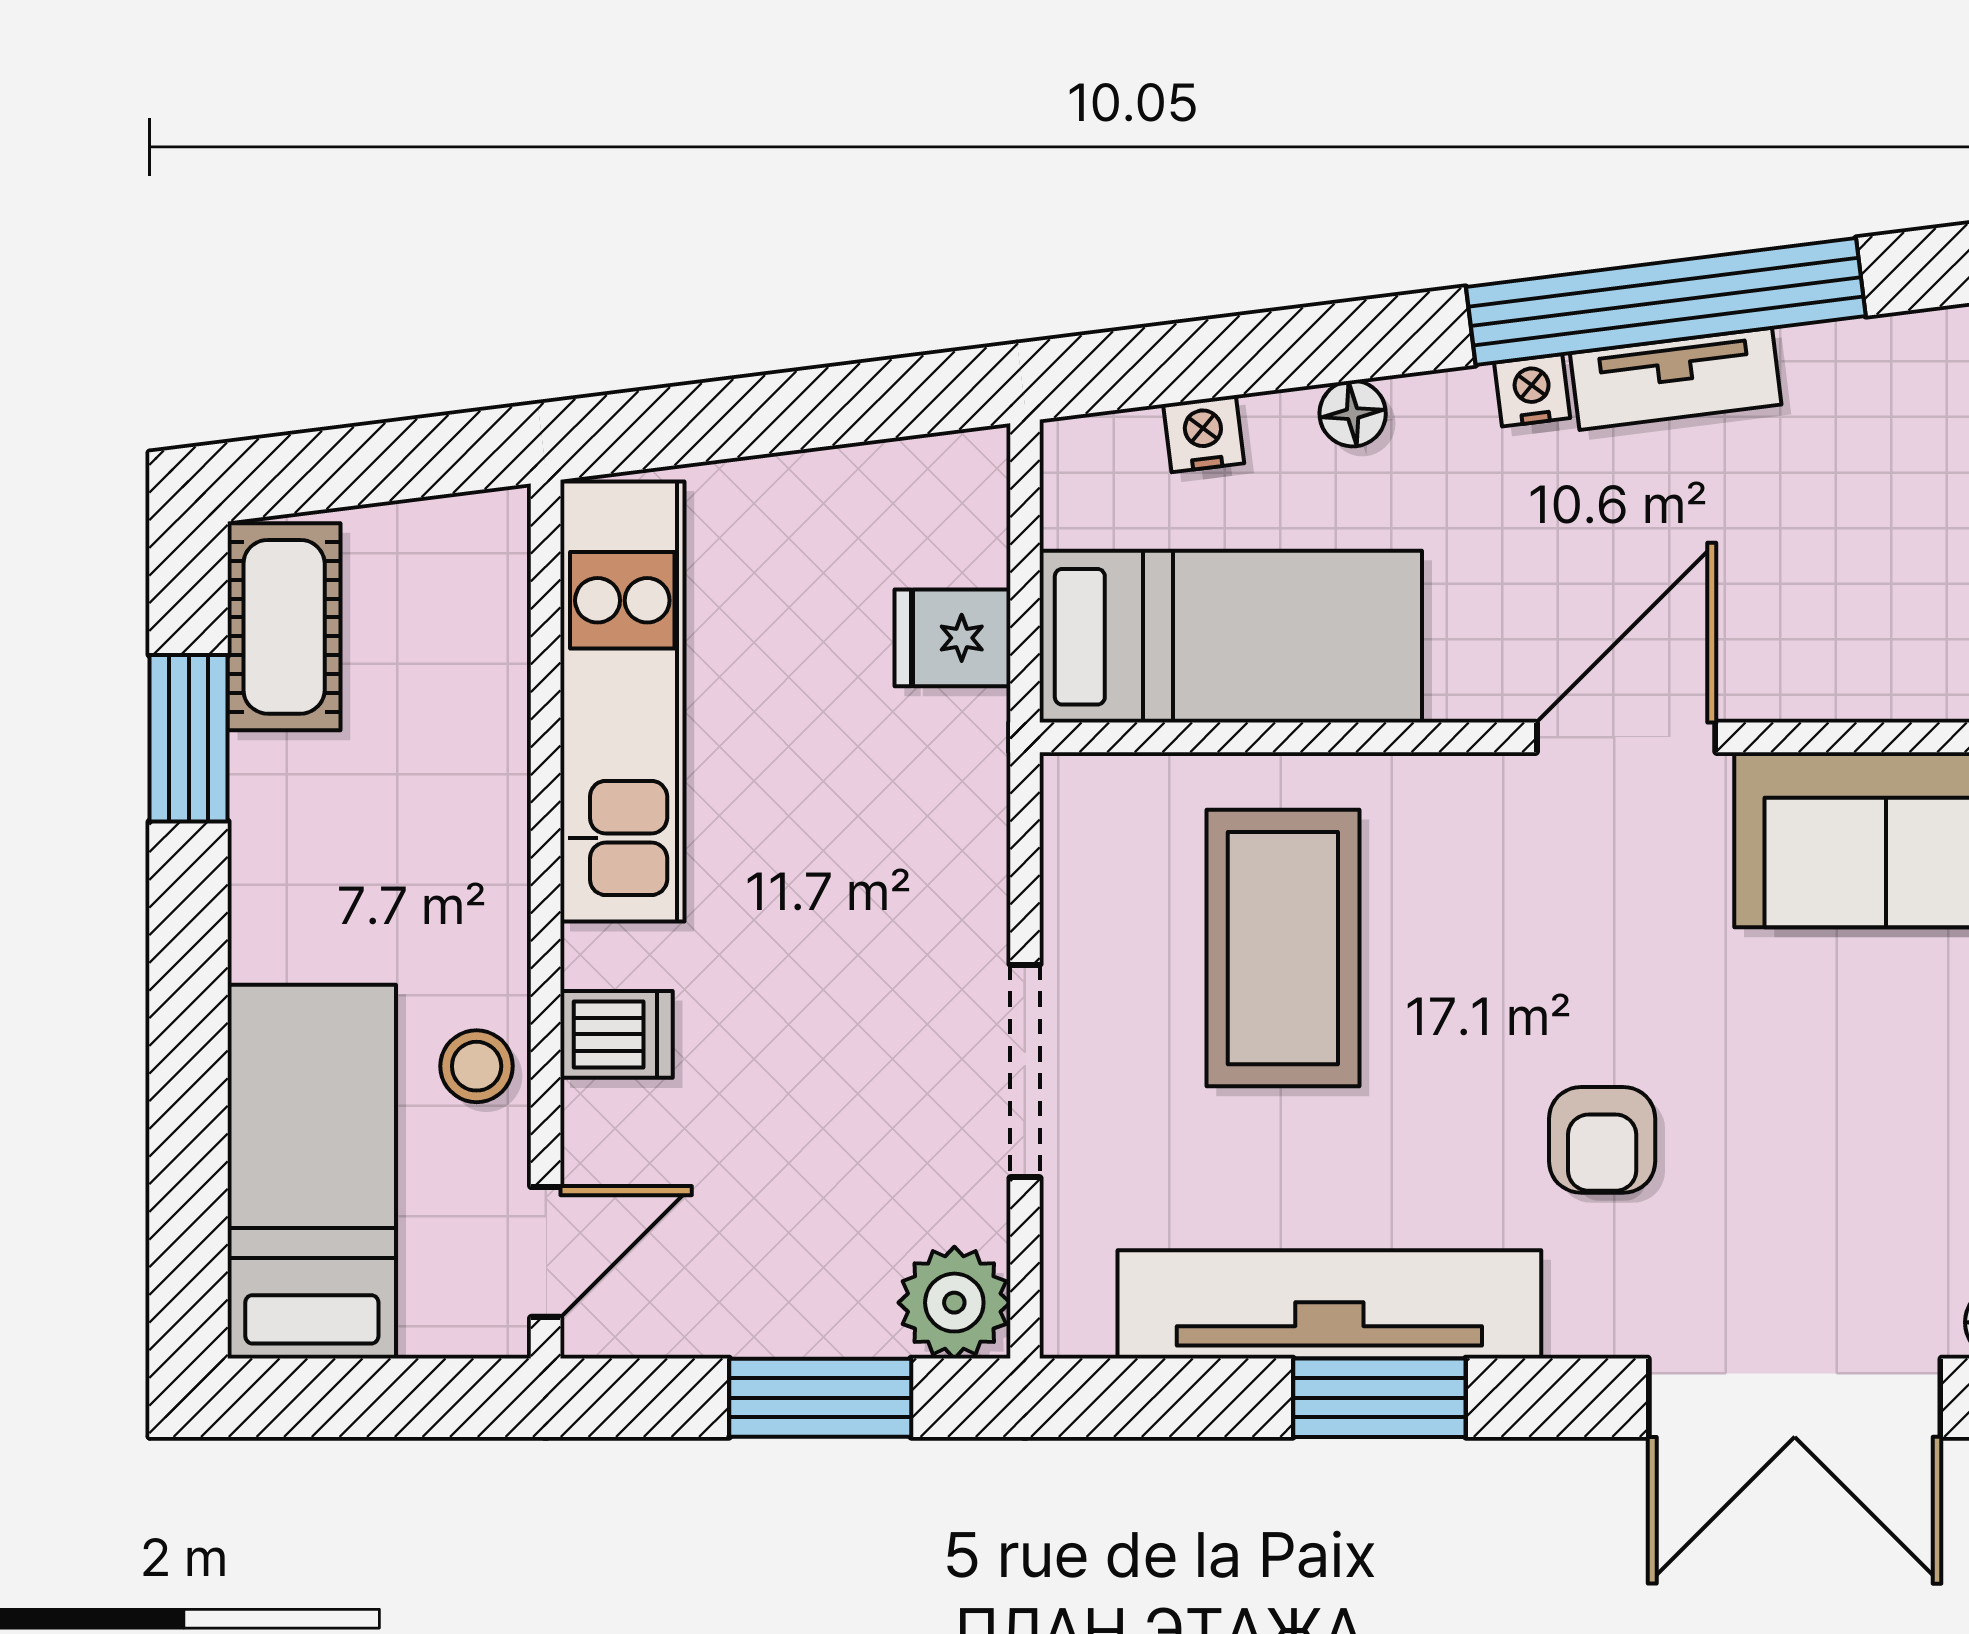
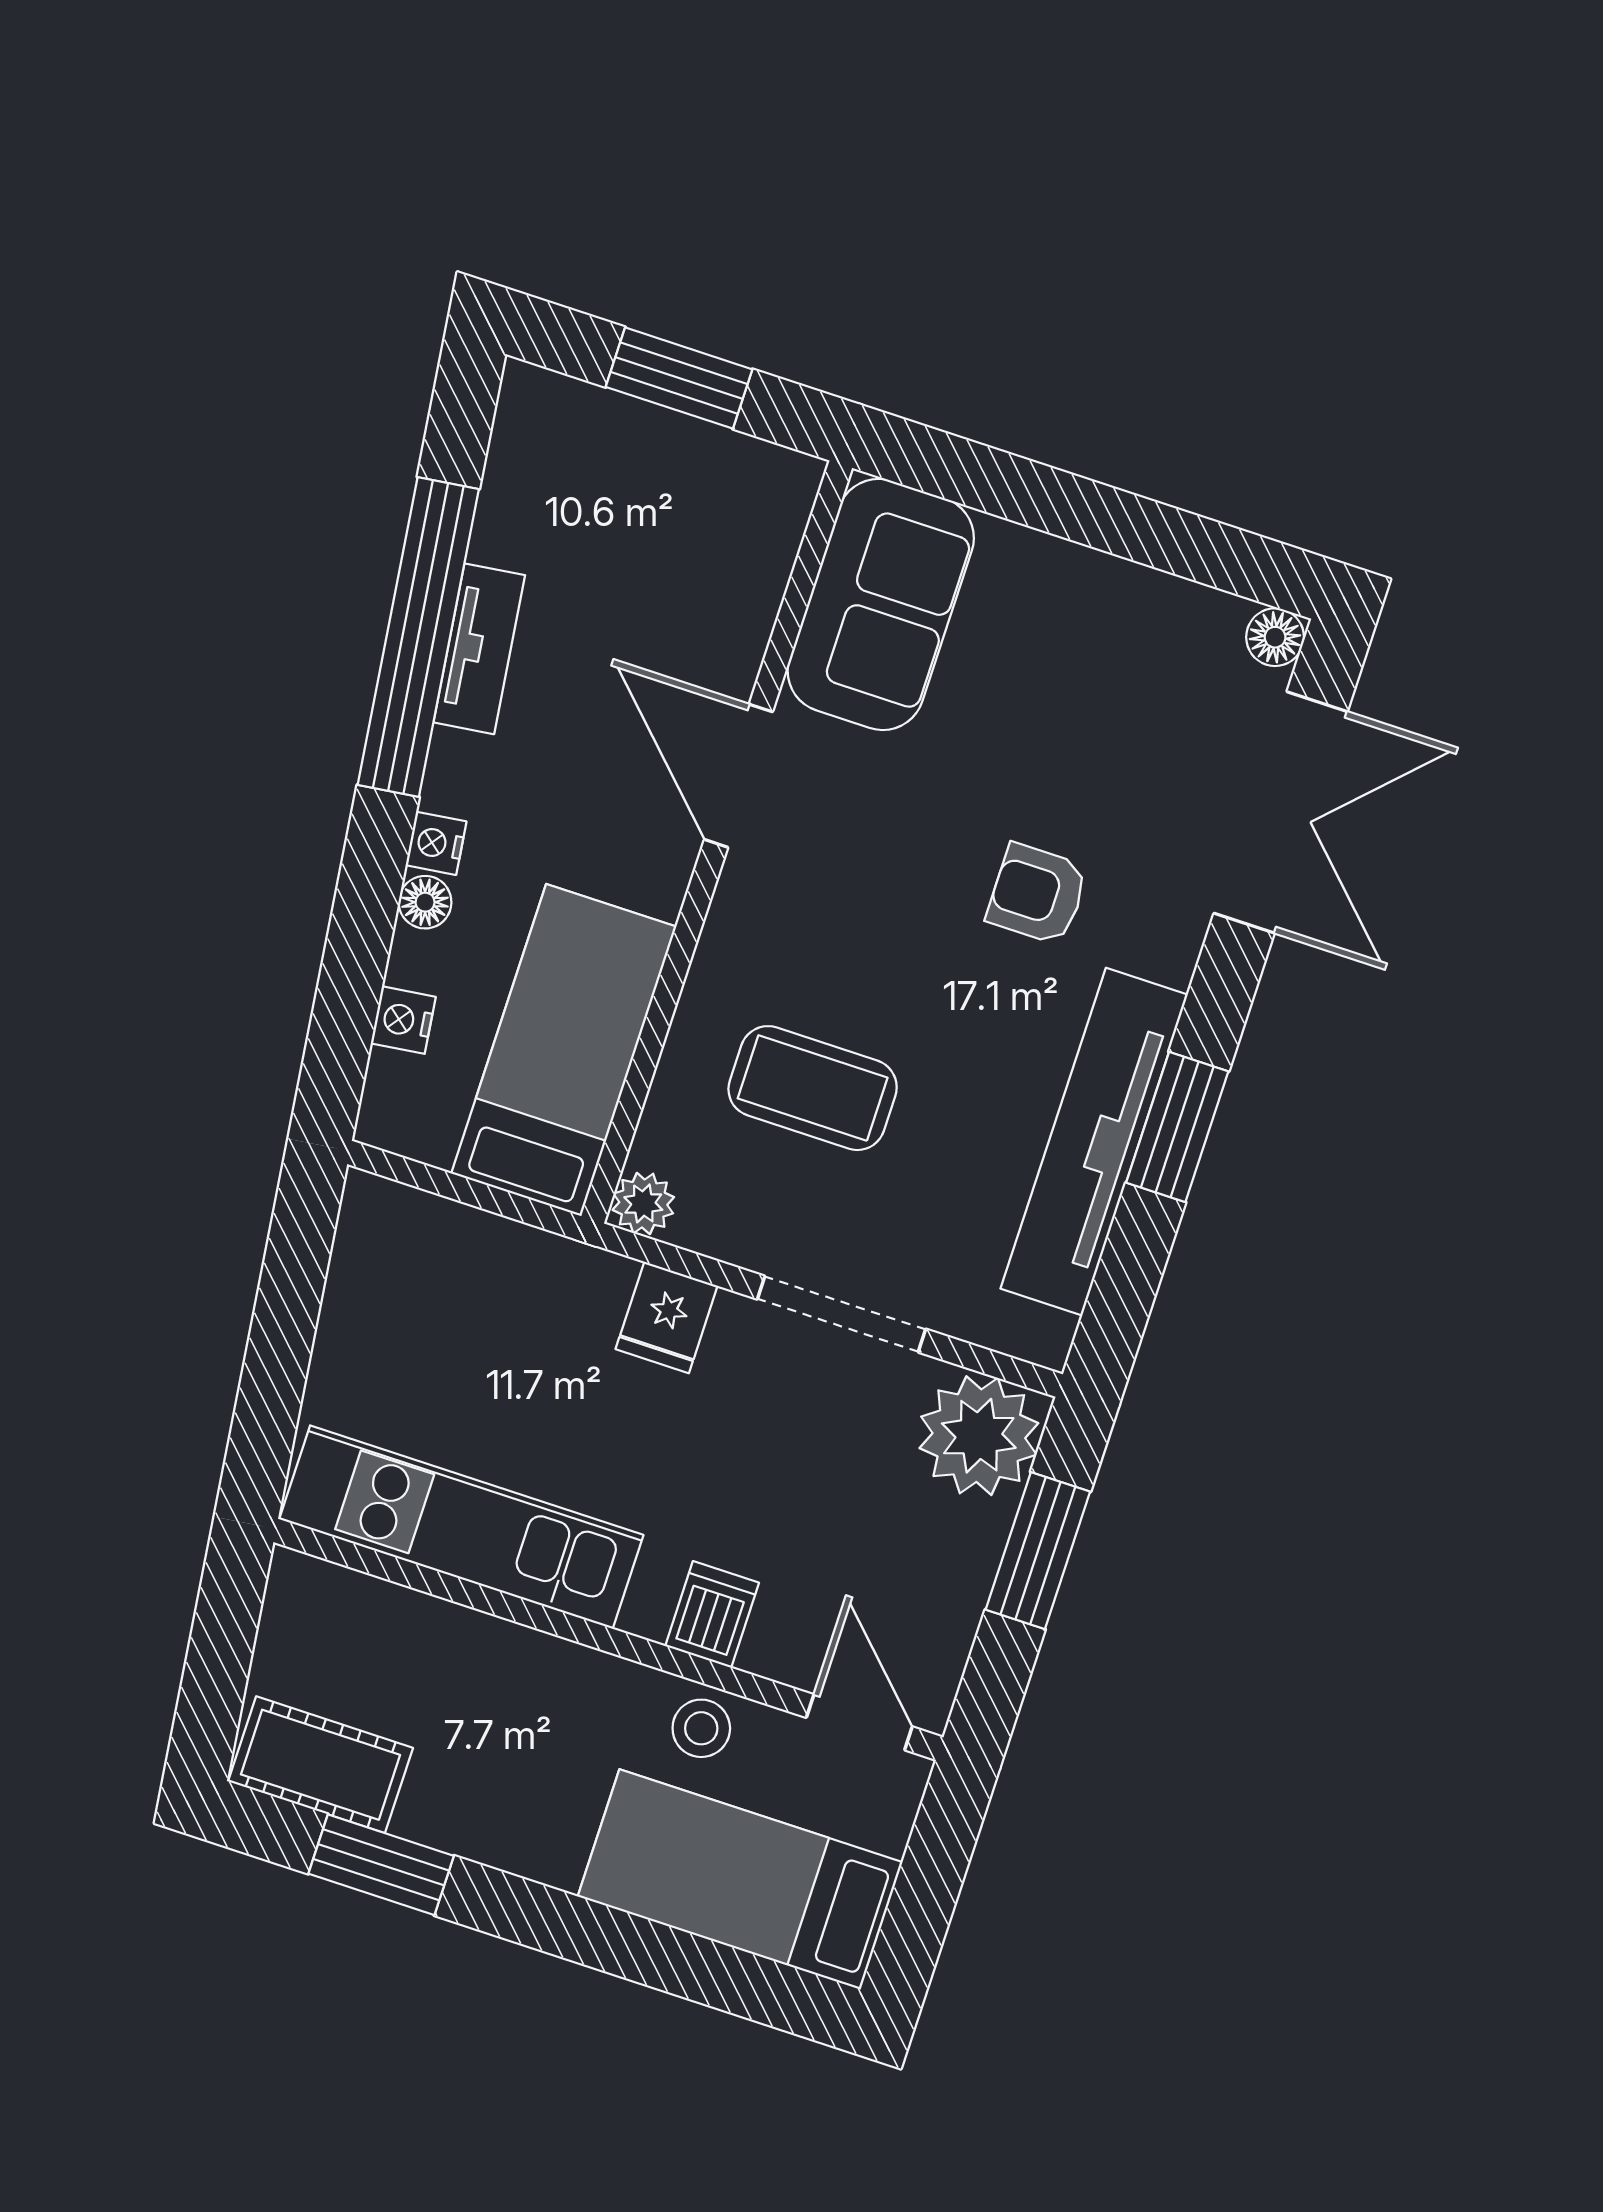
nightstand: (1532, 390) -> (436, 843), moved
fridge: (952, 638) -> (667, 1317), moved
plant: (1079, 792) -> (643, 1203), added
coffee table: (1283, 948) -> (813, 1088), width x0.73, depth x0.76
armchair: (1602, 1140) -> (1037, 894), turned 180
plant: (954, 1303) -> (979, 1436), width x1.36, depth x1.36

